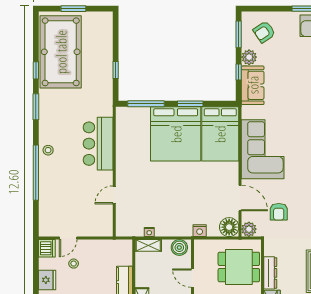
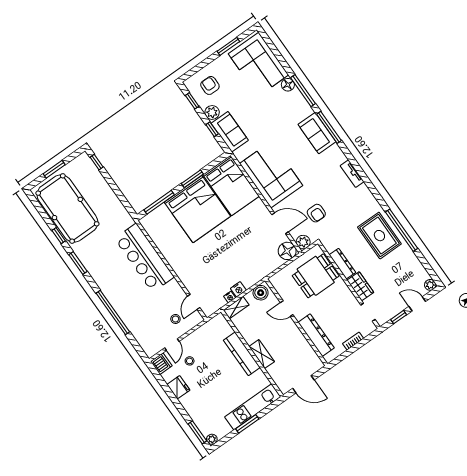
armchair: (264, 32) -> (210, 85), turned 124
window: (239, 34) -> (192, 101), width x0.67
window: (116, 70) -> (97, 162), moved
bar counter: (98, 144) -> (144, 258), width x1.36
stool: (48, 150) -> (175, 319), moved
door: (114, 195) -> (194, 302), moved
nightstand: (200, 231) -> (238, 289), moved

